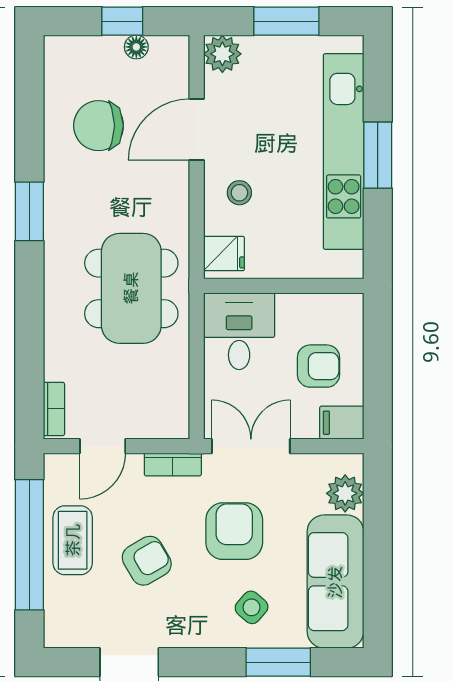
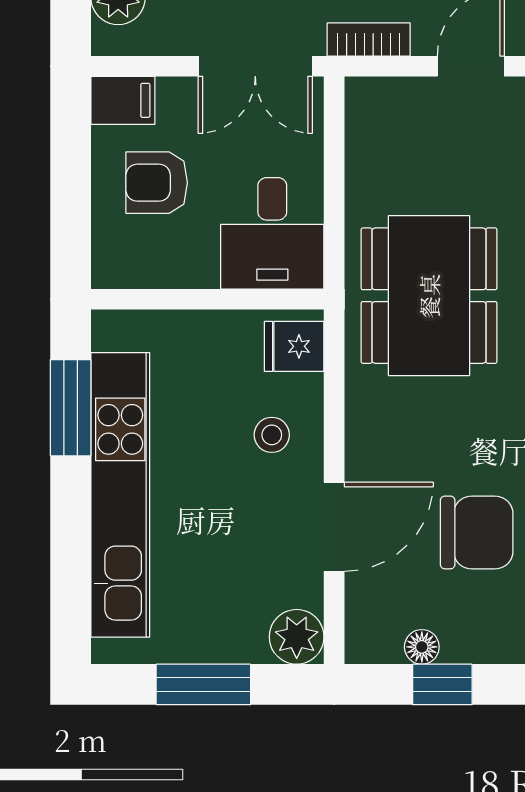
window: (378, 155) -> (71, 408), moved

